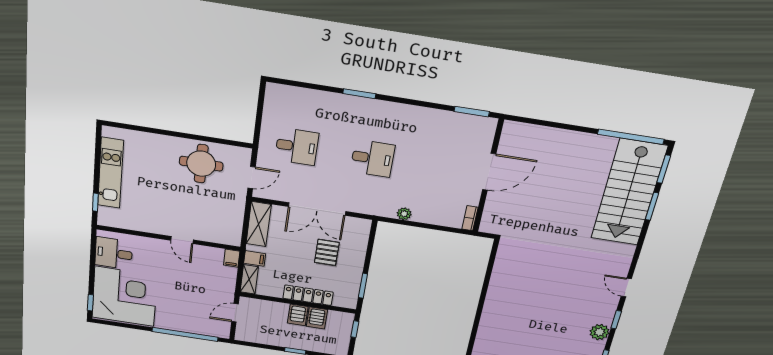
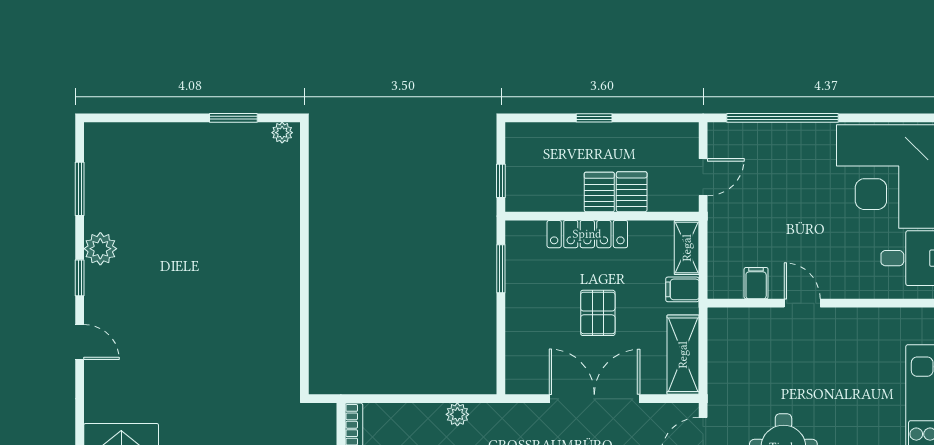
pallet: (327, 252) -> (598, 313), moved
filing cabinet: (232, 258) -> (756, 283), moved
server rack: (317, 318) -> (632, 192), moved

